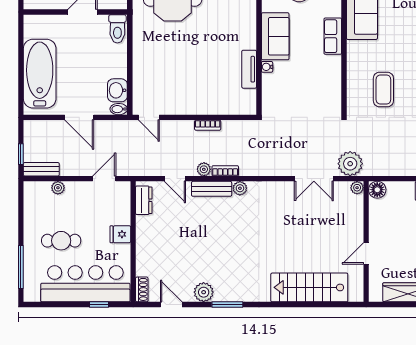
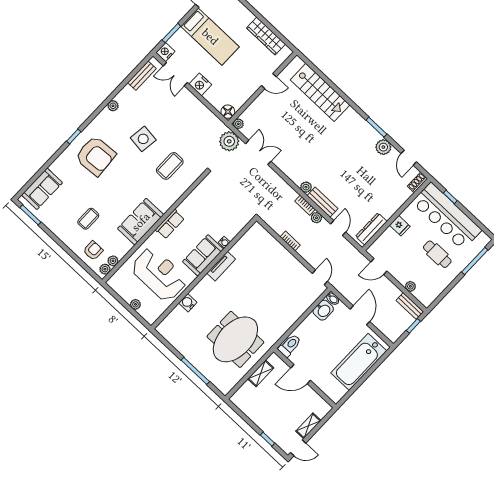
tv unit: (249, 69) -> (221, 266), moved
dresser: (144, 200) -> (371, 229), width x1.44

